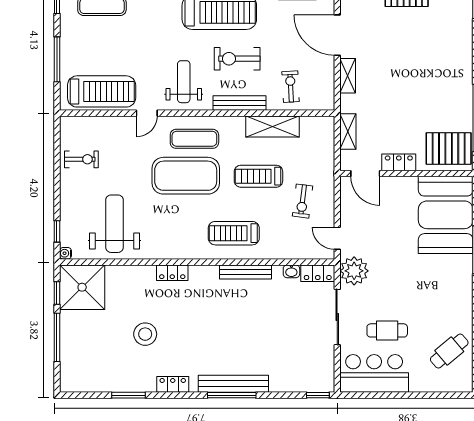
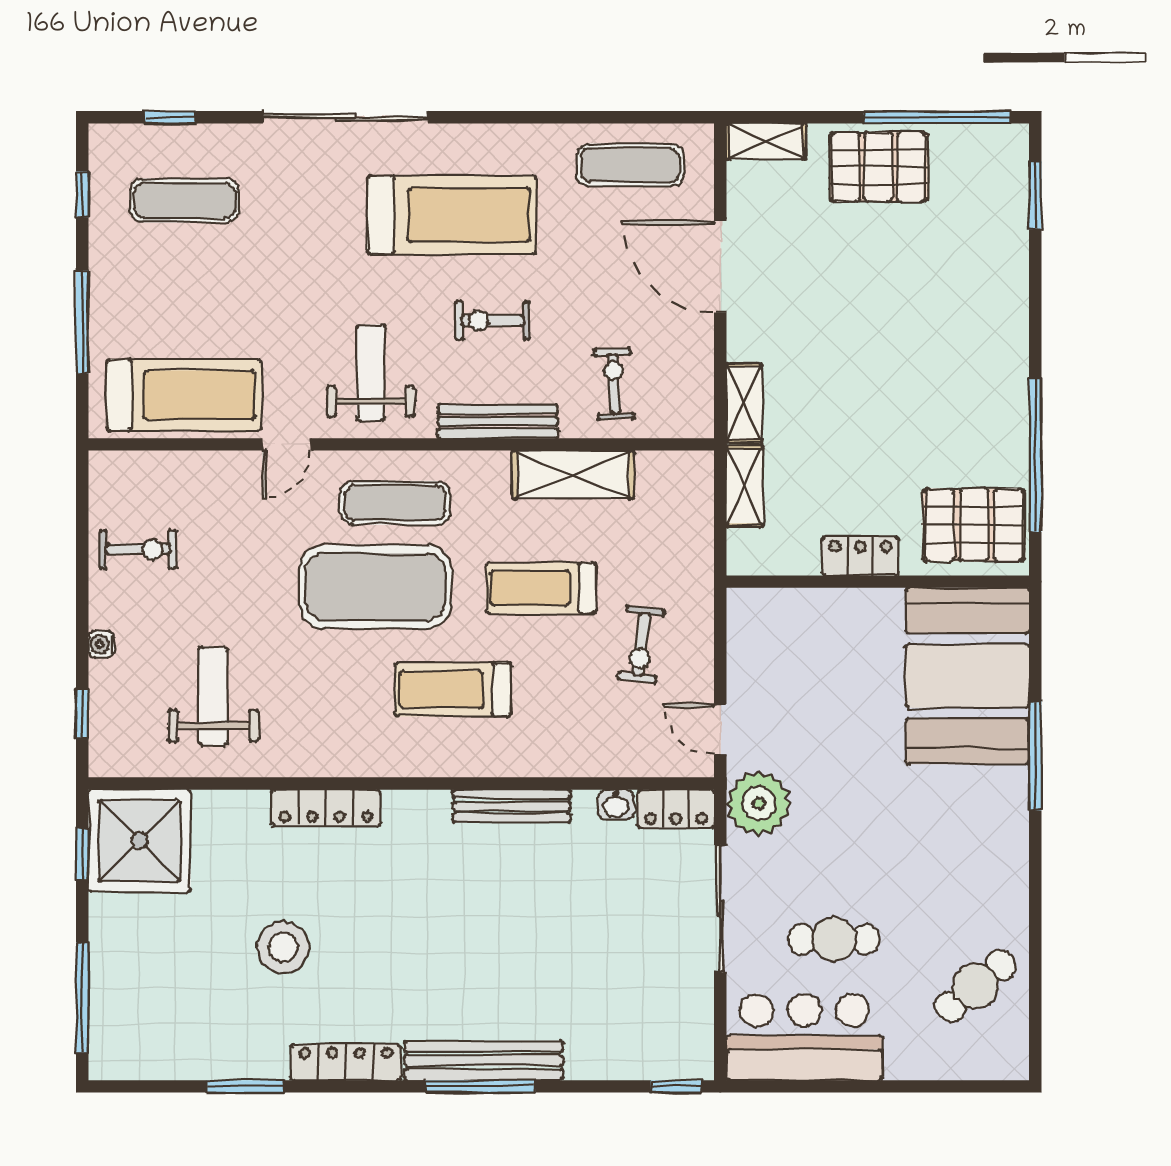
exercise bike: (237, 59) -> (493, 321), width x0.73, depth x0.72
shelving: (348, 76) -> (744, 403), moved
door: (365, 173) -> (784, 582), removed
weight bench: (114, 224) -> (213, 696), width x0.73, depth x0.75
treadmill: (234, 233) -> (453, 689), moved
water cooler: (65, 253) -> (102, 644), moved
locker: (172, 273) -> (326, 808), width x1.53
window: (57, 337) -> (82, 998), moved
locker: (173, 384) -> (346, 1062), width x1.53

